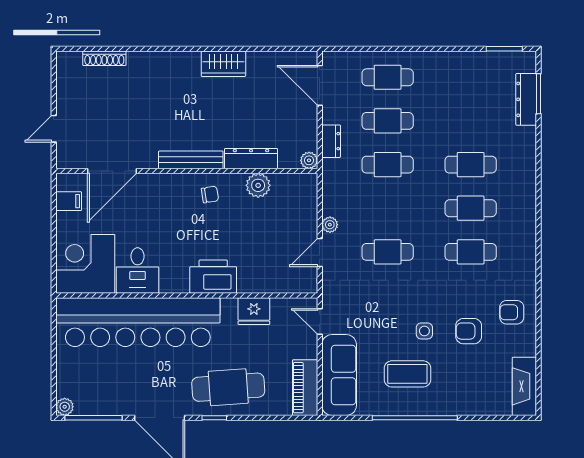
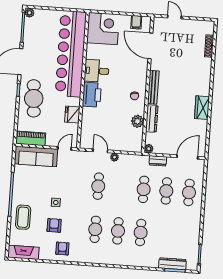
desk: (138, 270) -> (97, 71), moved
coffee table: (407, 374) -> (23, 217), moved

